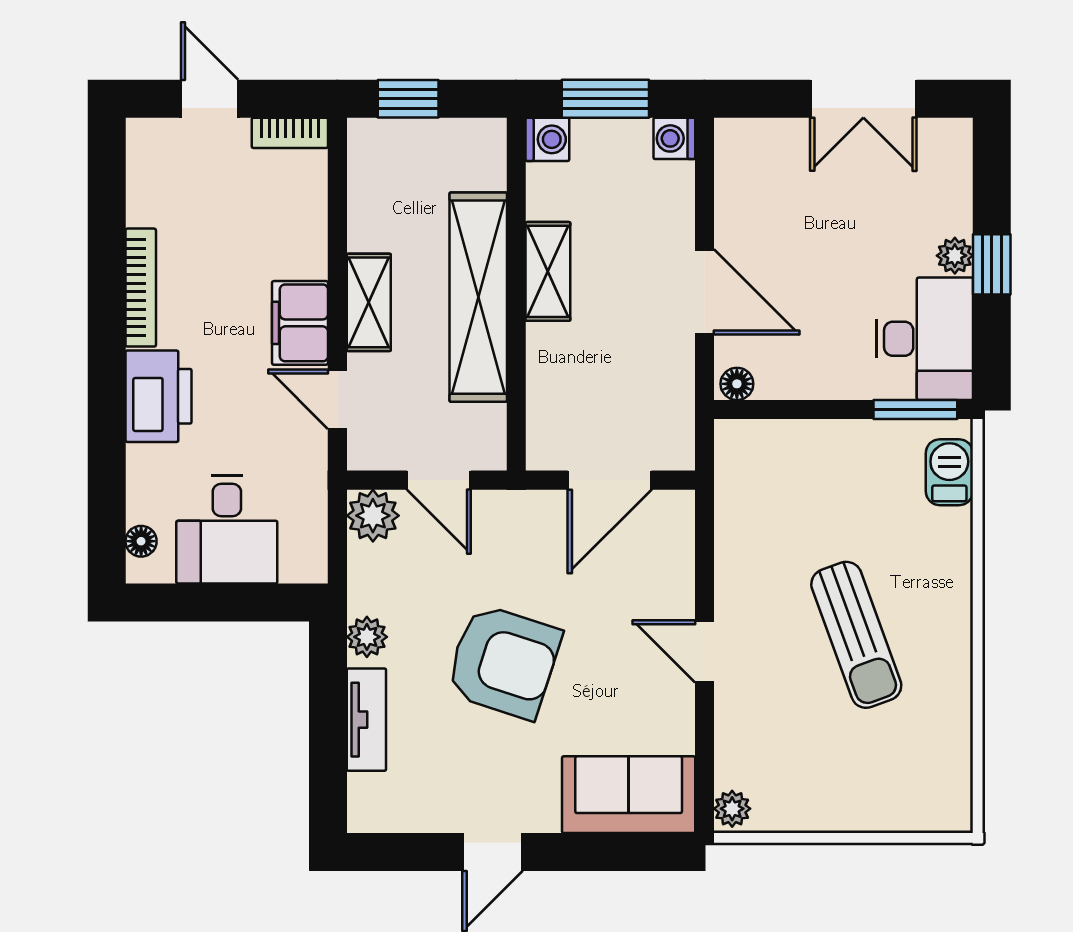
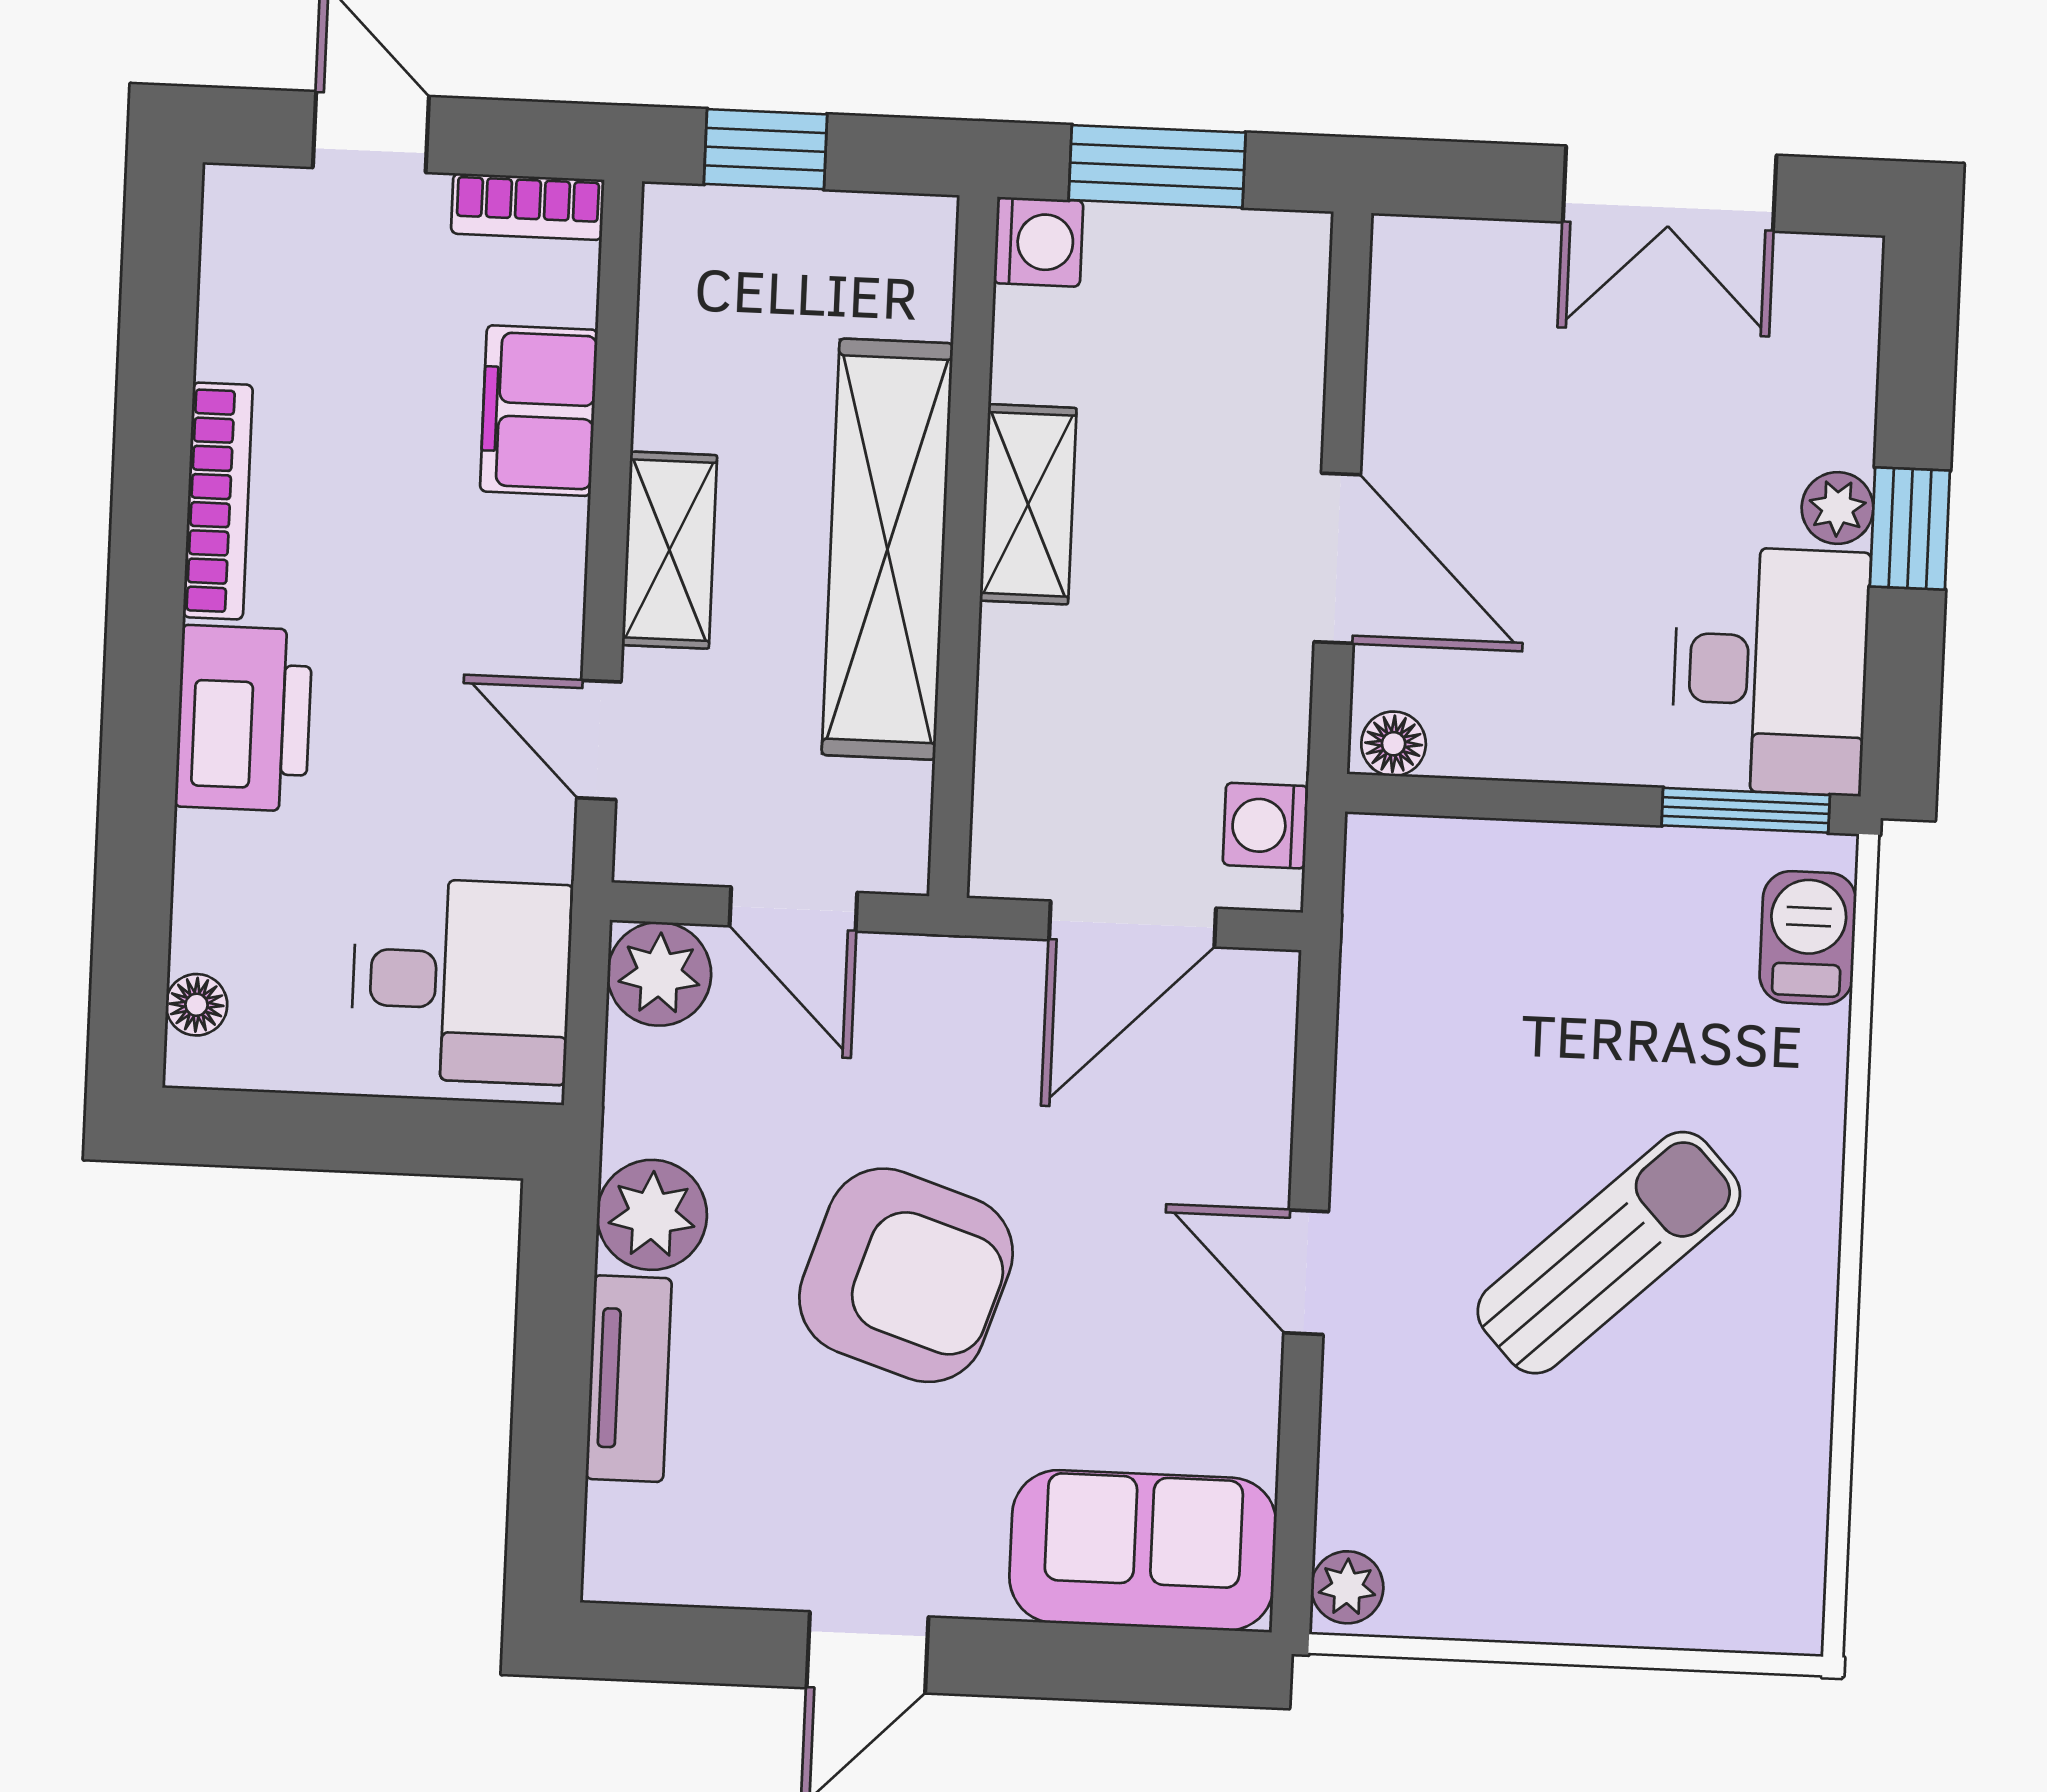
washing machine: (674, 138) -> (1266, 826), moved
filing cabinet: (300, 323) -> (539, 411), moved
desk: (227, 529) -> (461, 981), moved, turned -90
sun lounger: (856, 635) -> (1609, 1253), turned -113
plant: (367, 637) -> (652, 1215), width x1.38, depth x1.38

